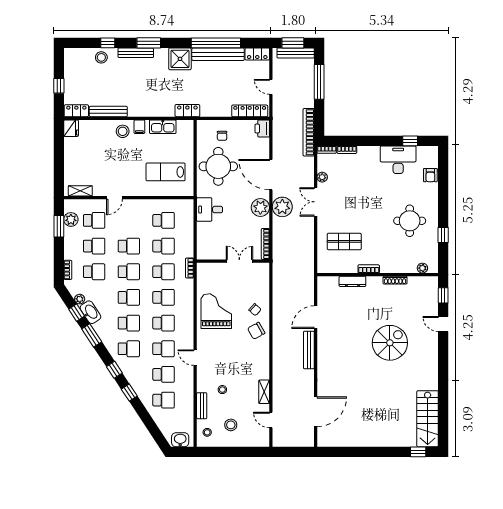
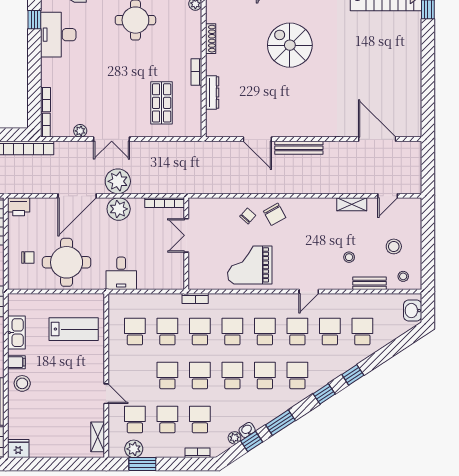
lab bench: (166, 172) -> (74, 329), turned -90
washbasin: (90, 312) -> (247, 430), width x0.52, depth x0.69

